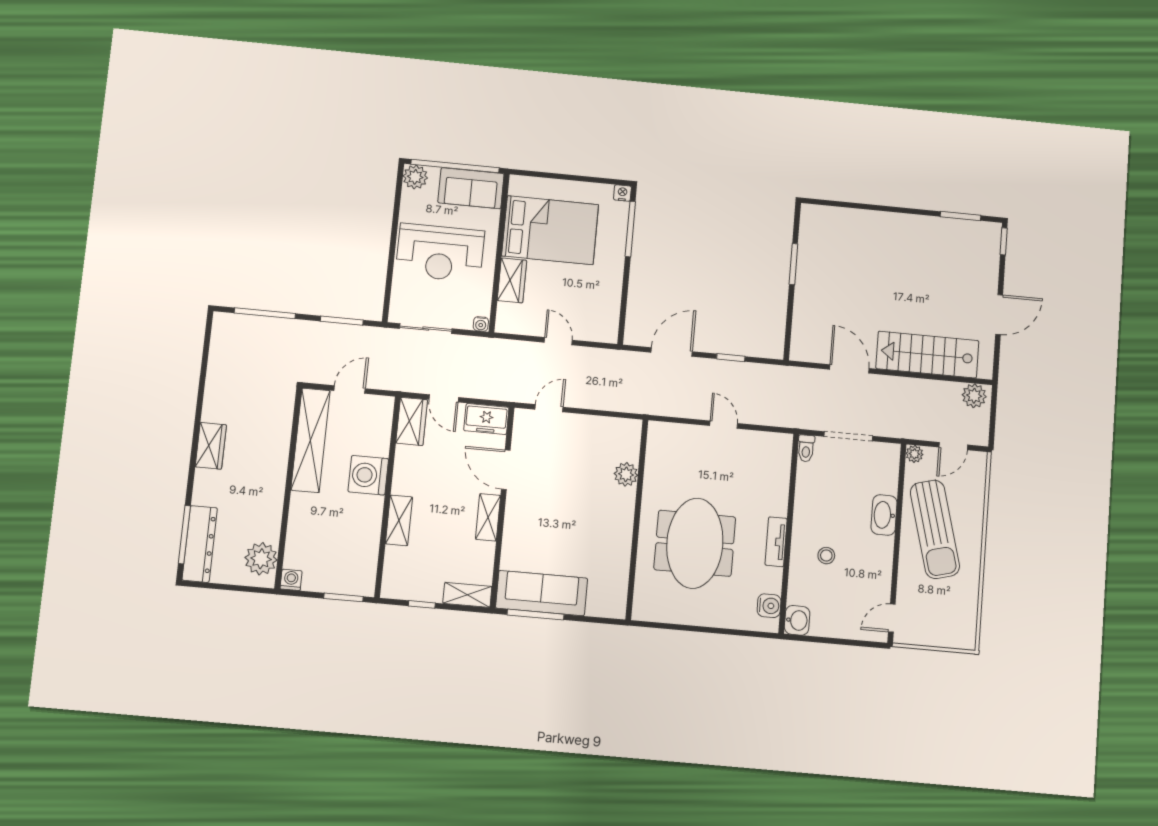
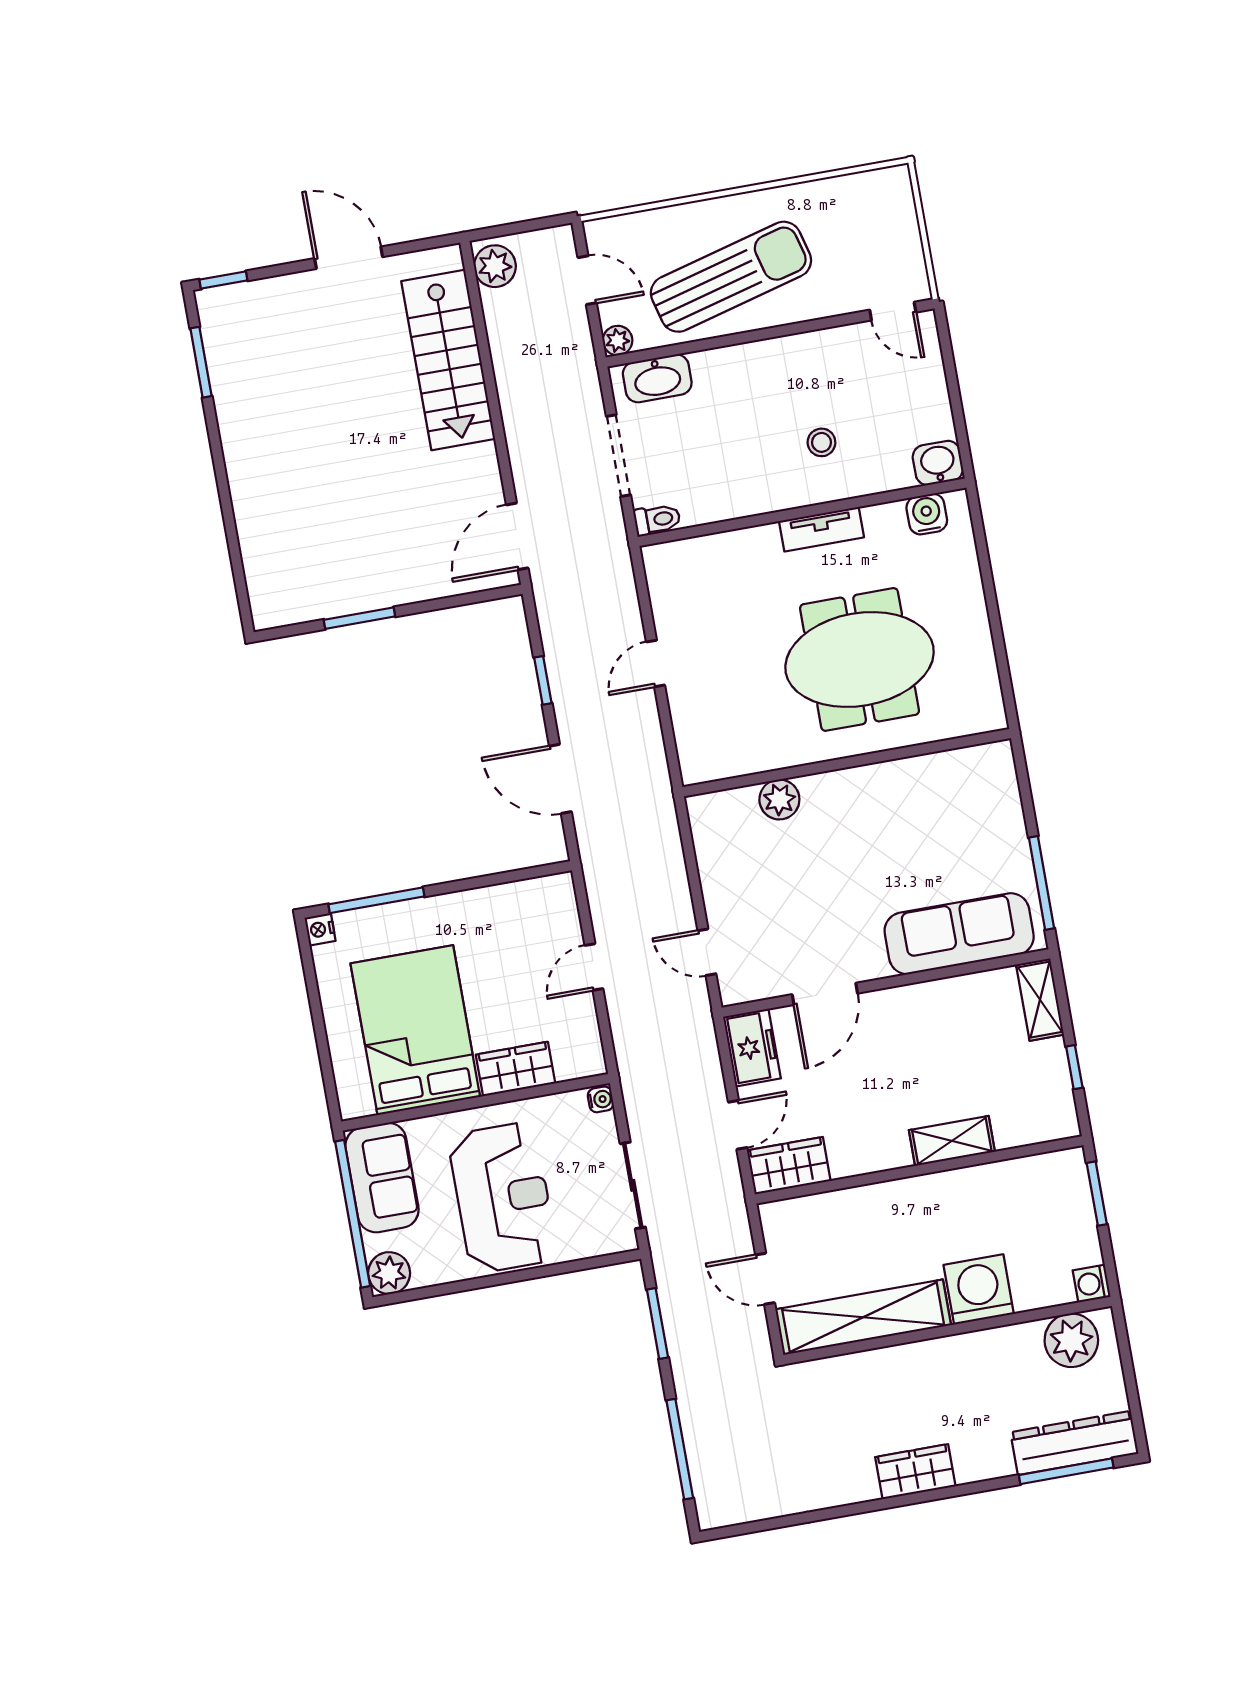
door: (849, 369) -> (517, 536), moved
washing machine: (368, 475) -> (979, 1289), moved, turned 180
washbasin: (884, 515) -> (657, 378), moved
shelving: (488, 517) -> (908, 1001), removed
sofa: (542, 593) -> (959, 934), moved, turned 90

